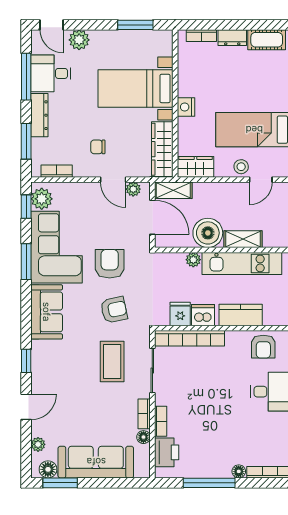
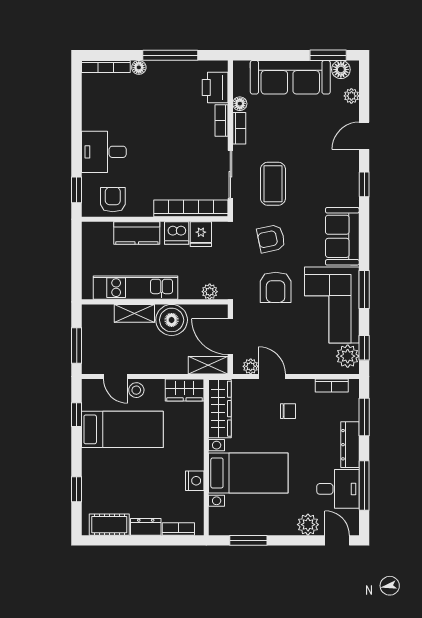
nightstand: (186, 107) -> (195, 481), moved
door: (261, 180) -> (116, 376), swing flipped
plant: (193, 260) -> (210, 292), moved

